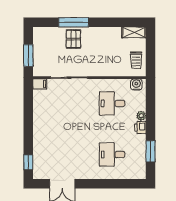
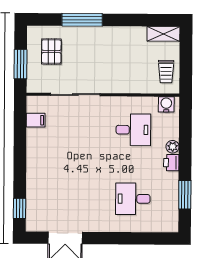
pallet: (73, 39) -> (51, 51), moved
filing cabinet: (40, 84) -> (36, 120), moved
desk: (112, 103) -> (133, 130), turned 180

